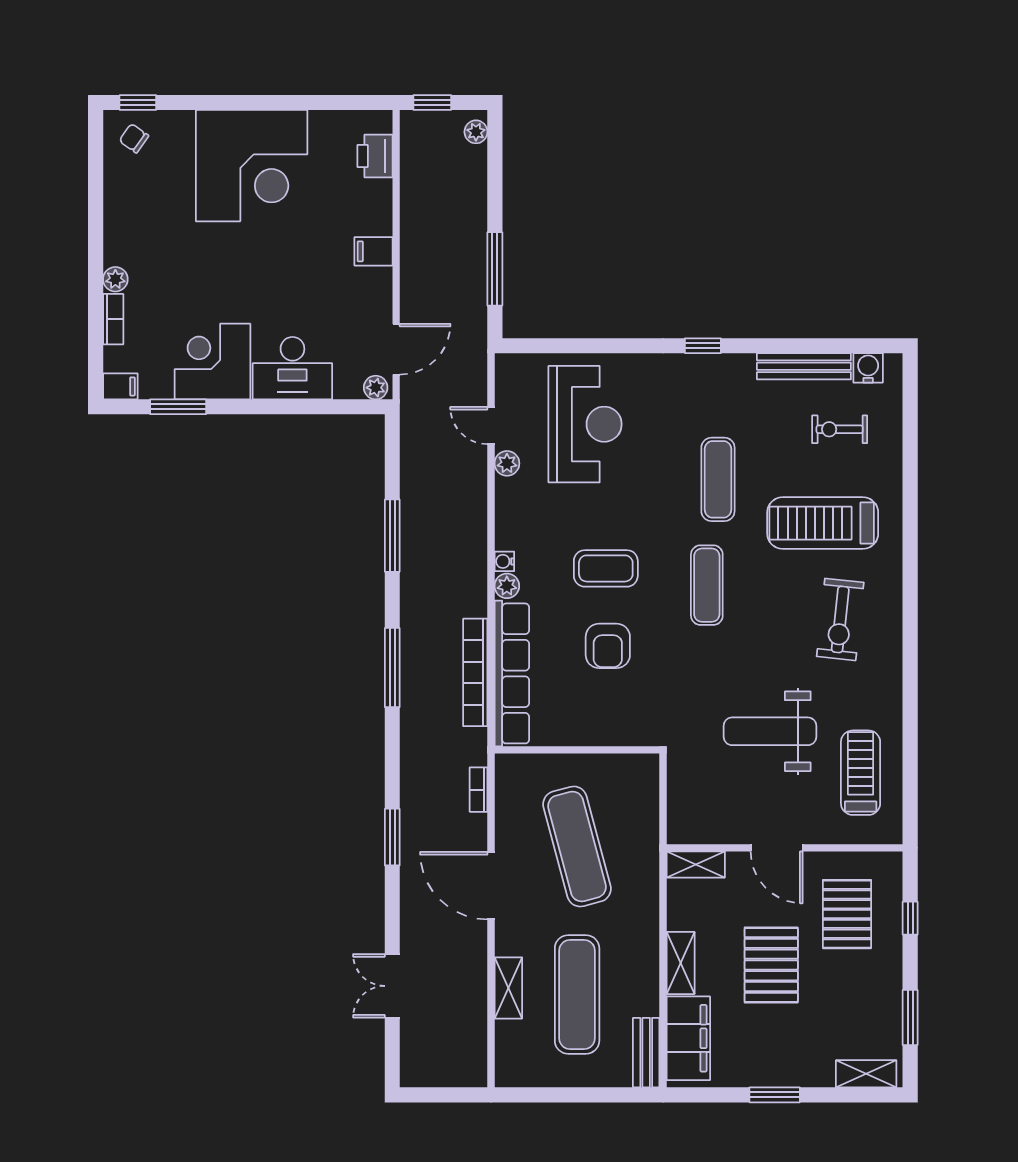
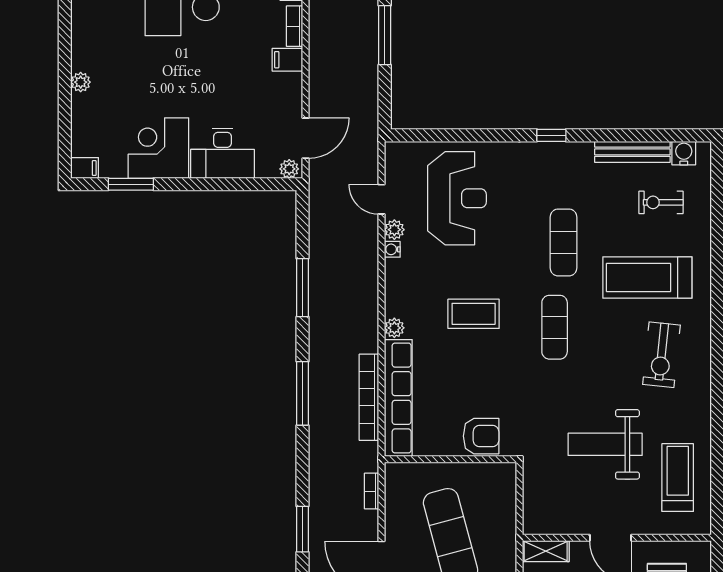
window: (495, 269) -> (385, 35), moved
bookcase: (113, 319) -> (295, 26), moved, turned 180
water cooler: (504, 561) -> (392, 249), moved
armchair: (608, 646) -> (481, 436), moved, turned -90

